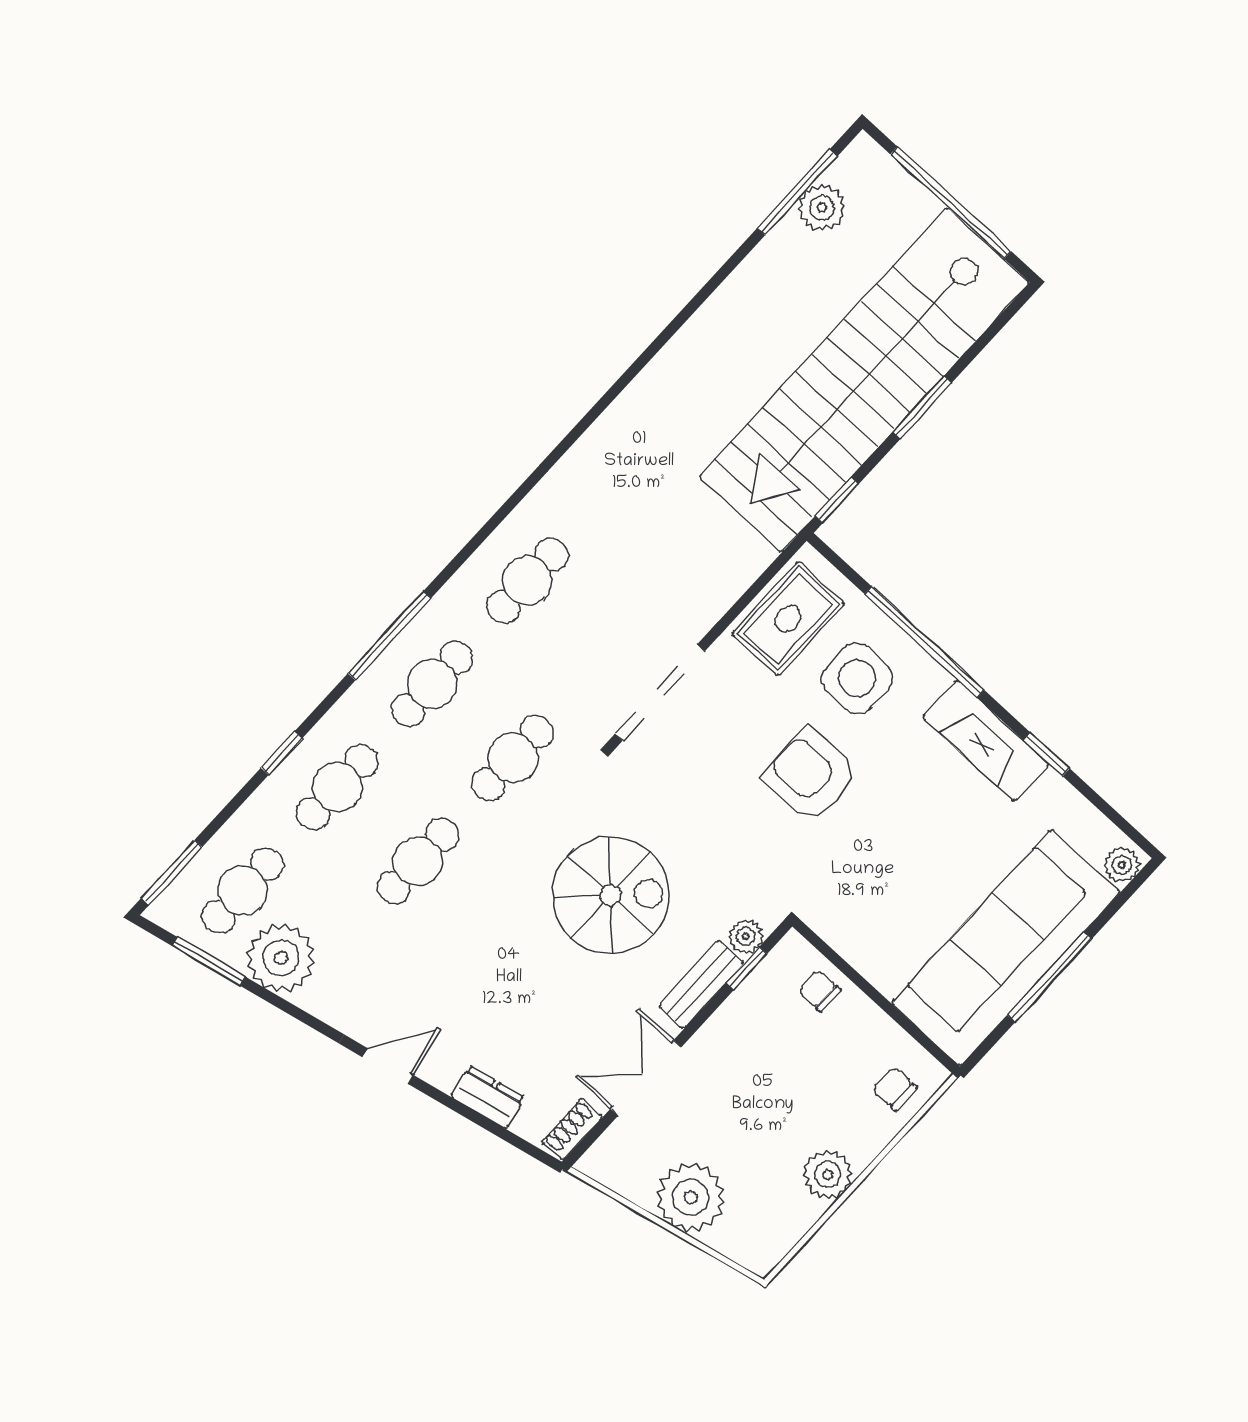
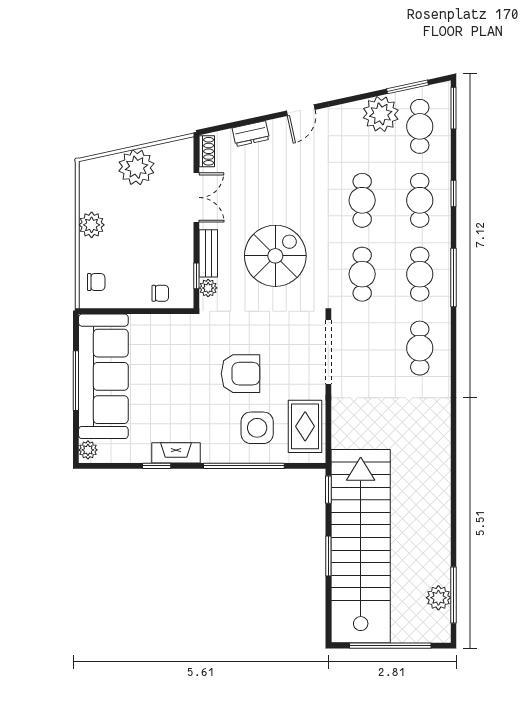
fireplace: (986, 741) -> (176, 453), width x0.73, depth x0.76
spiral stairs: (611, 895) -> (275, 256), turned 180

